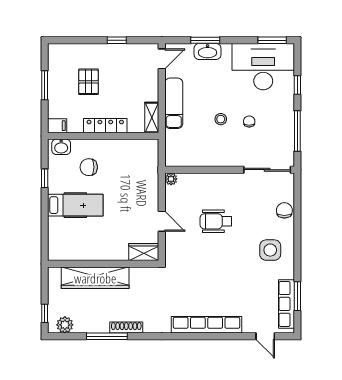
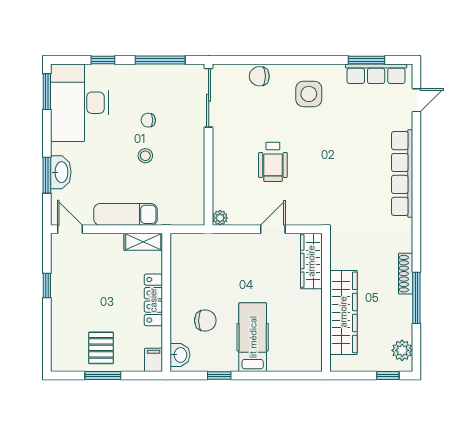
pallet: (88, 82) -> (101, 348), moved, turned 90
chair: (89, 167) -> (205, 321), turned -90
wardrobe: (144, 252) -> (311, 261), width x1.50

